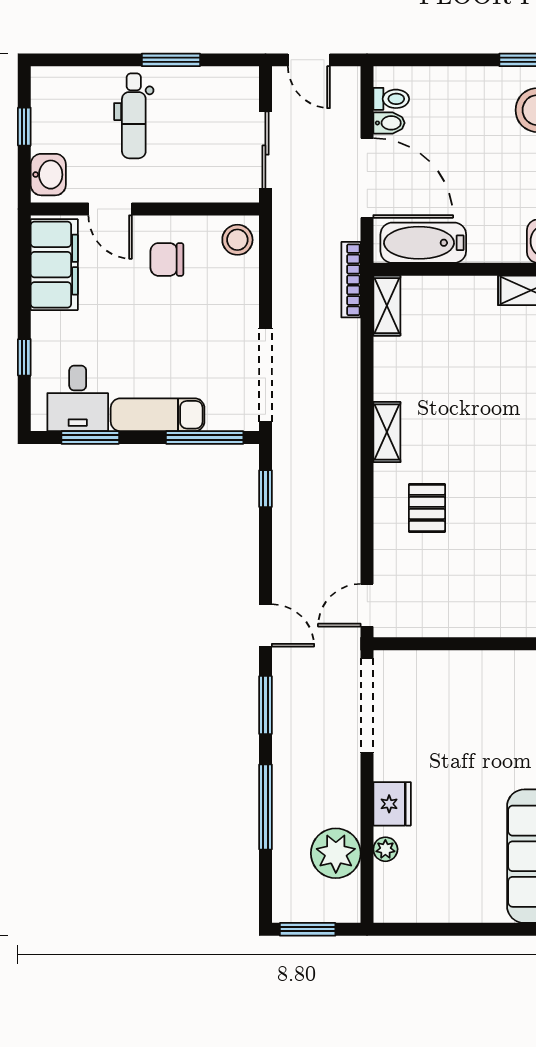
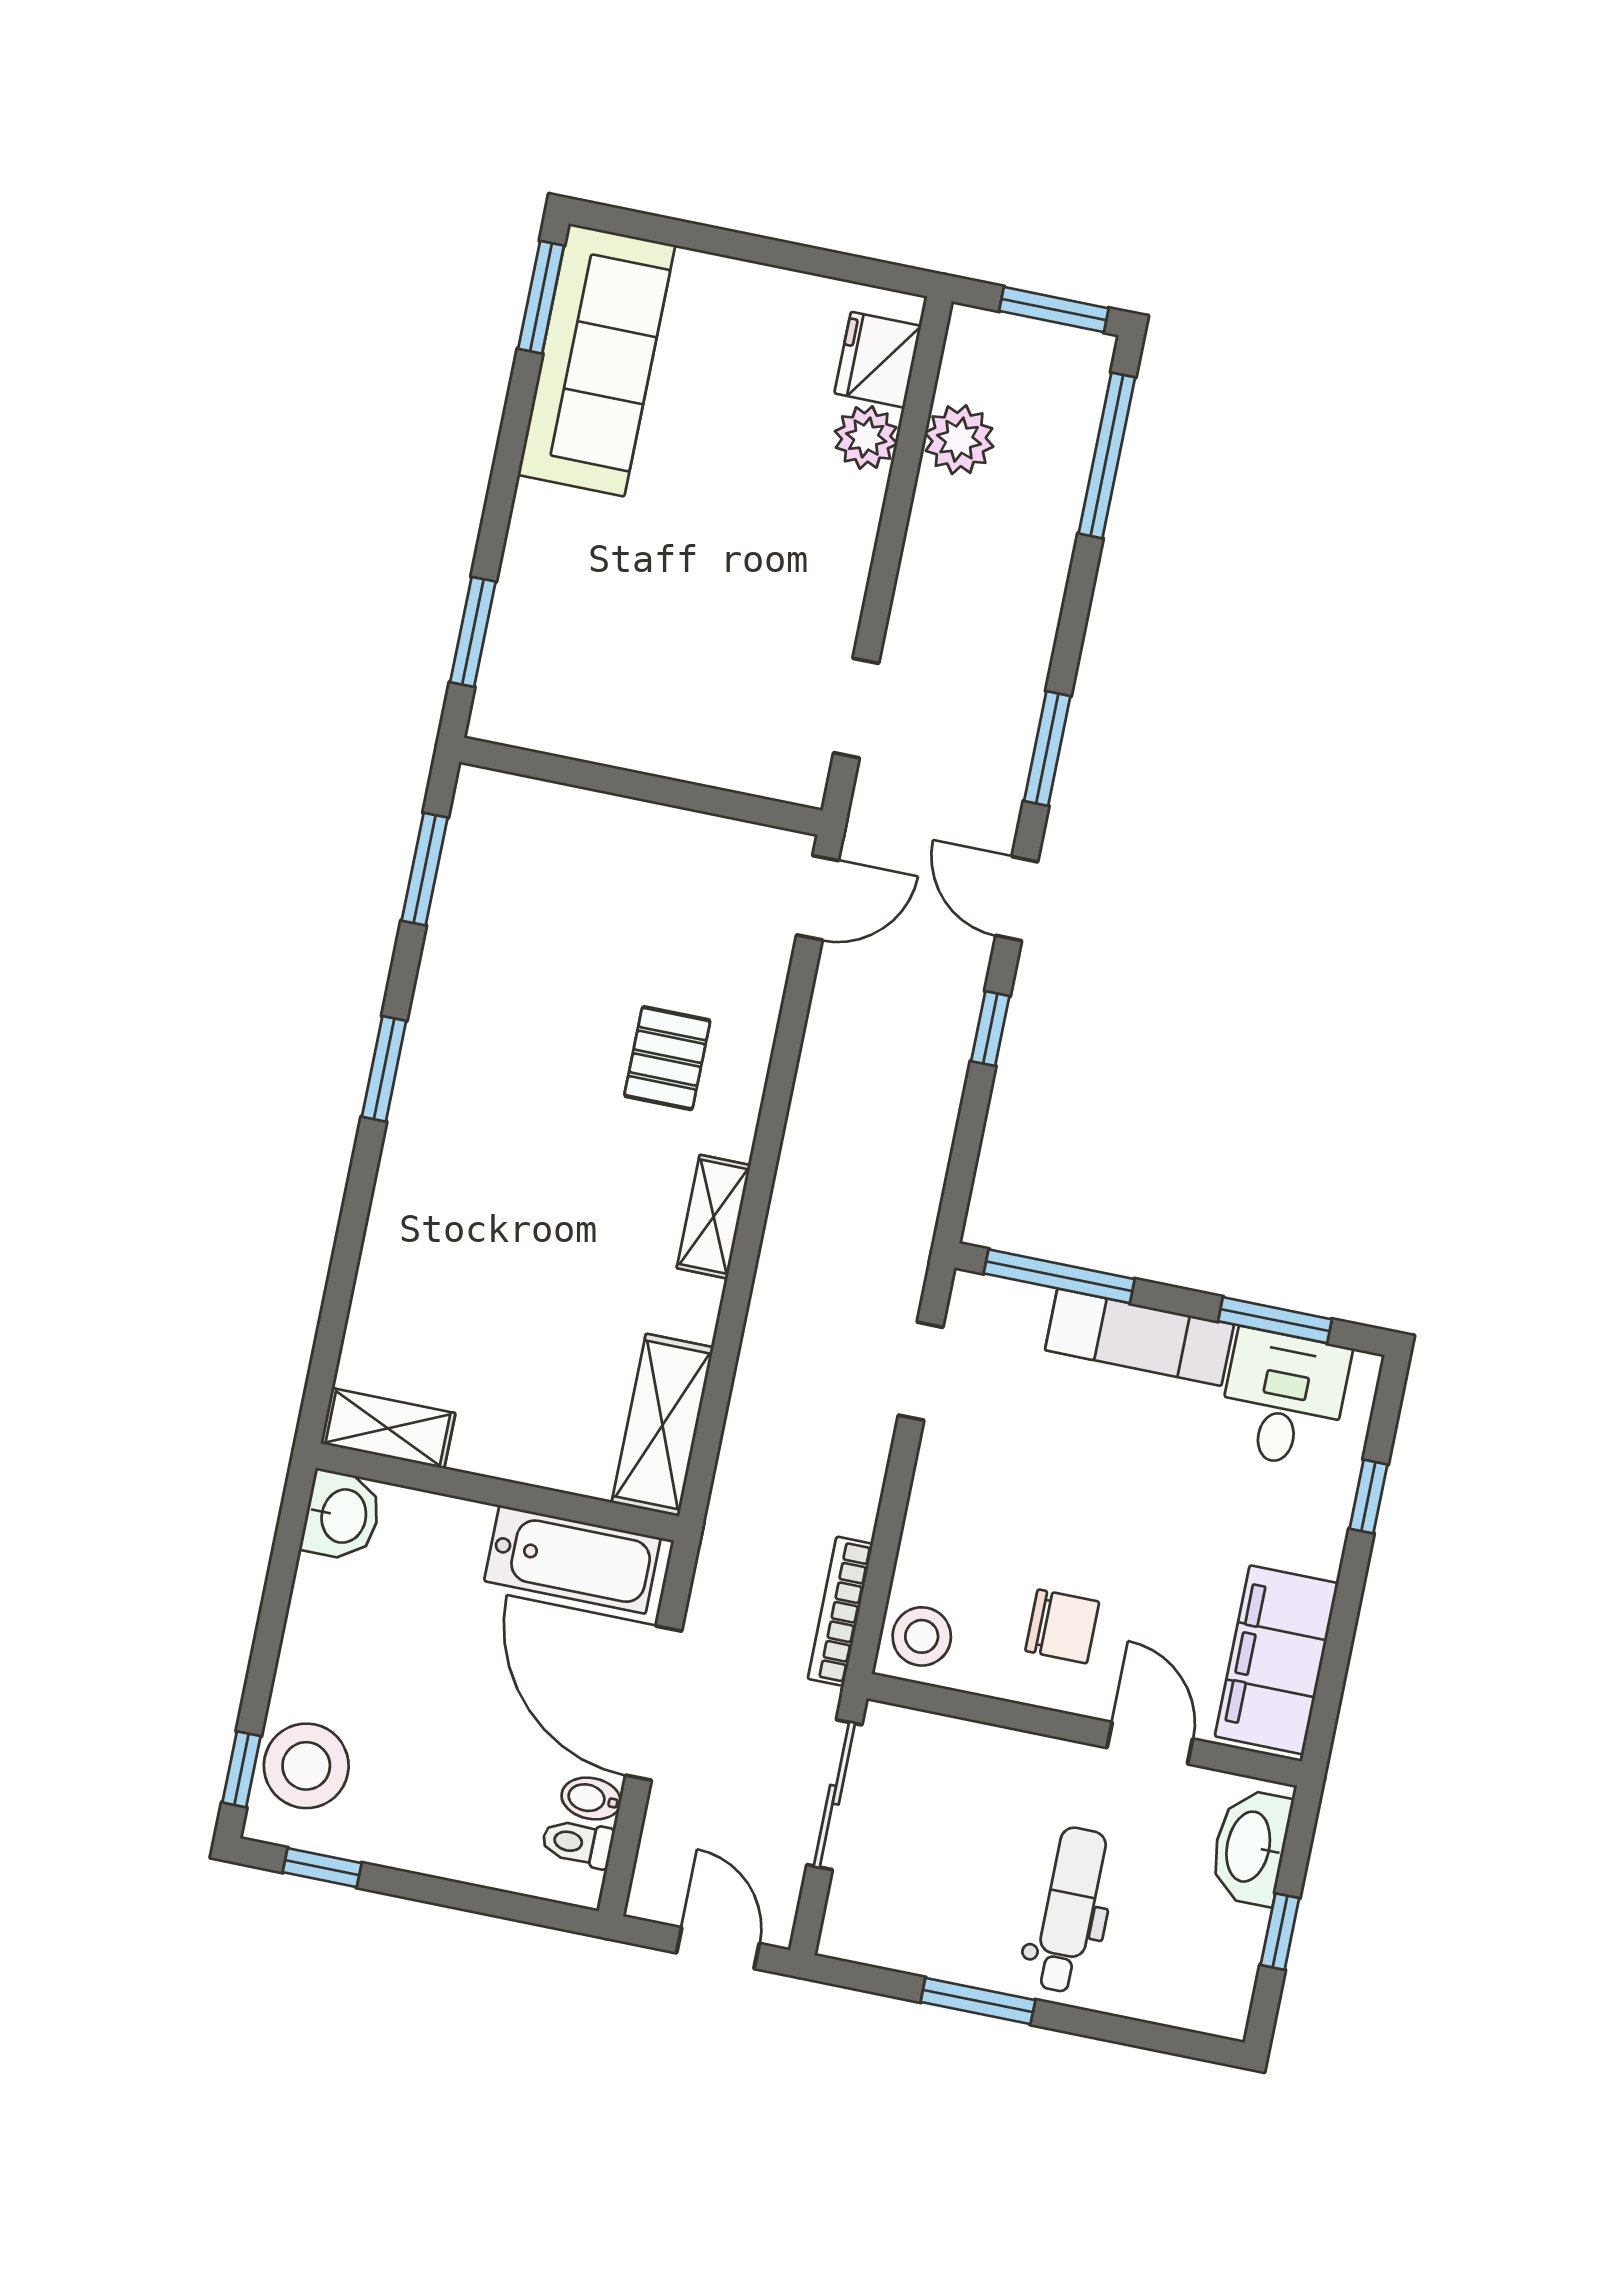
washbasin: (48, 175) -> (1250, 1847), width x1.38
bookcase: (351, 280) -> (840, 1611), moved, turned 180
shelving: (387, 306) -> (663, 1425), width x1.50, depth x1.33
doorway: (265, 375) -> (921, 1371), width x0.53
window: (265, 489) -> (990, 1029), moved
doorway: (367, 706) -> (856, 708), width x0.53
fridge: (392, 804) -> (878, 360), moved
window: (265, 807) -> (1107, 455), moved
plant: (385, 849) -> (866, 438), width x1.38, depth x1.38
plant: (336, 853) -> (959, 440), width x0.73, depth x0.73

